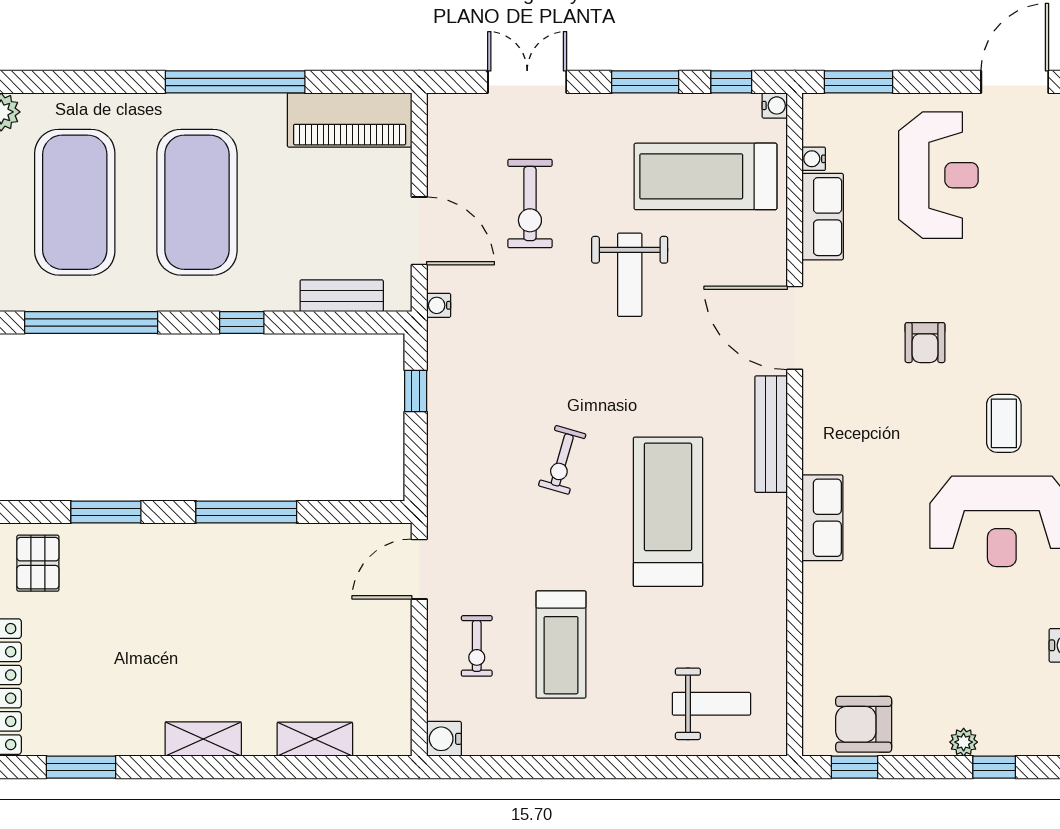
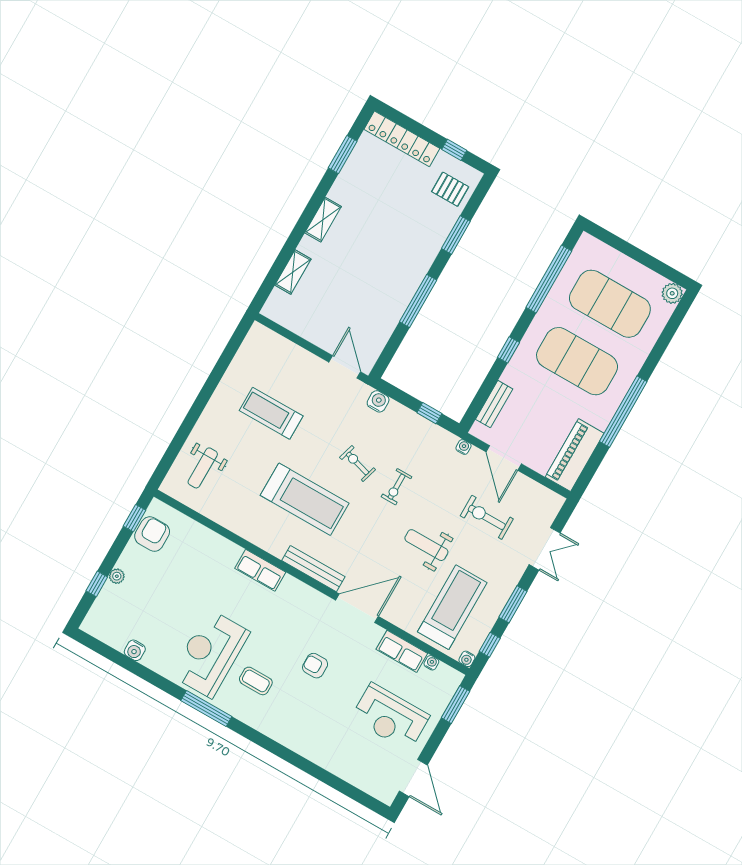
door: (419, 231) -> (504, 458), hinge flipped
exercise bike: (477, 646) -> (397, 487), moved, turned -90
water cooler: (444, 739) -> (378, 401), moved

